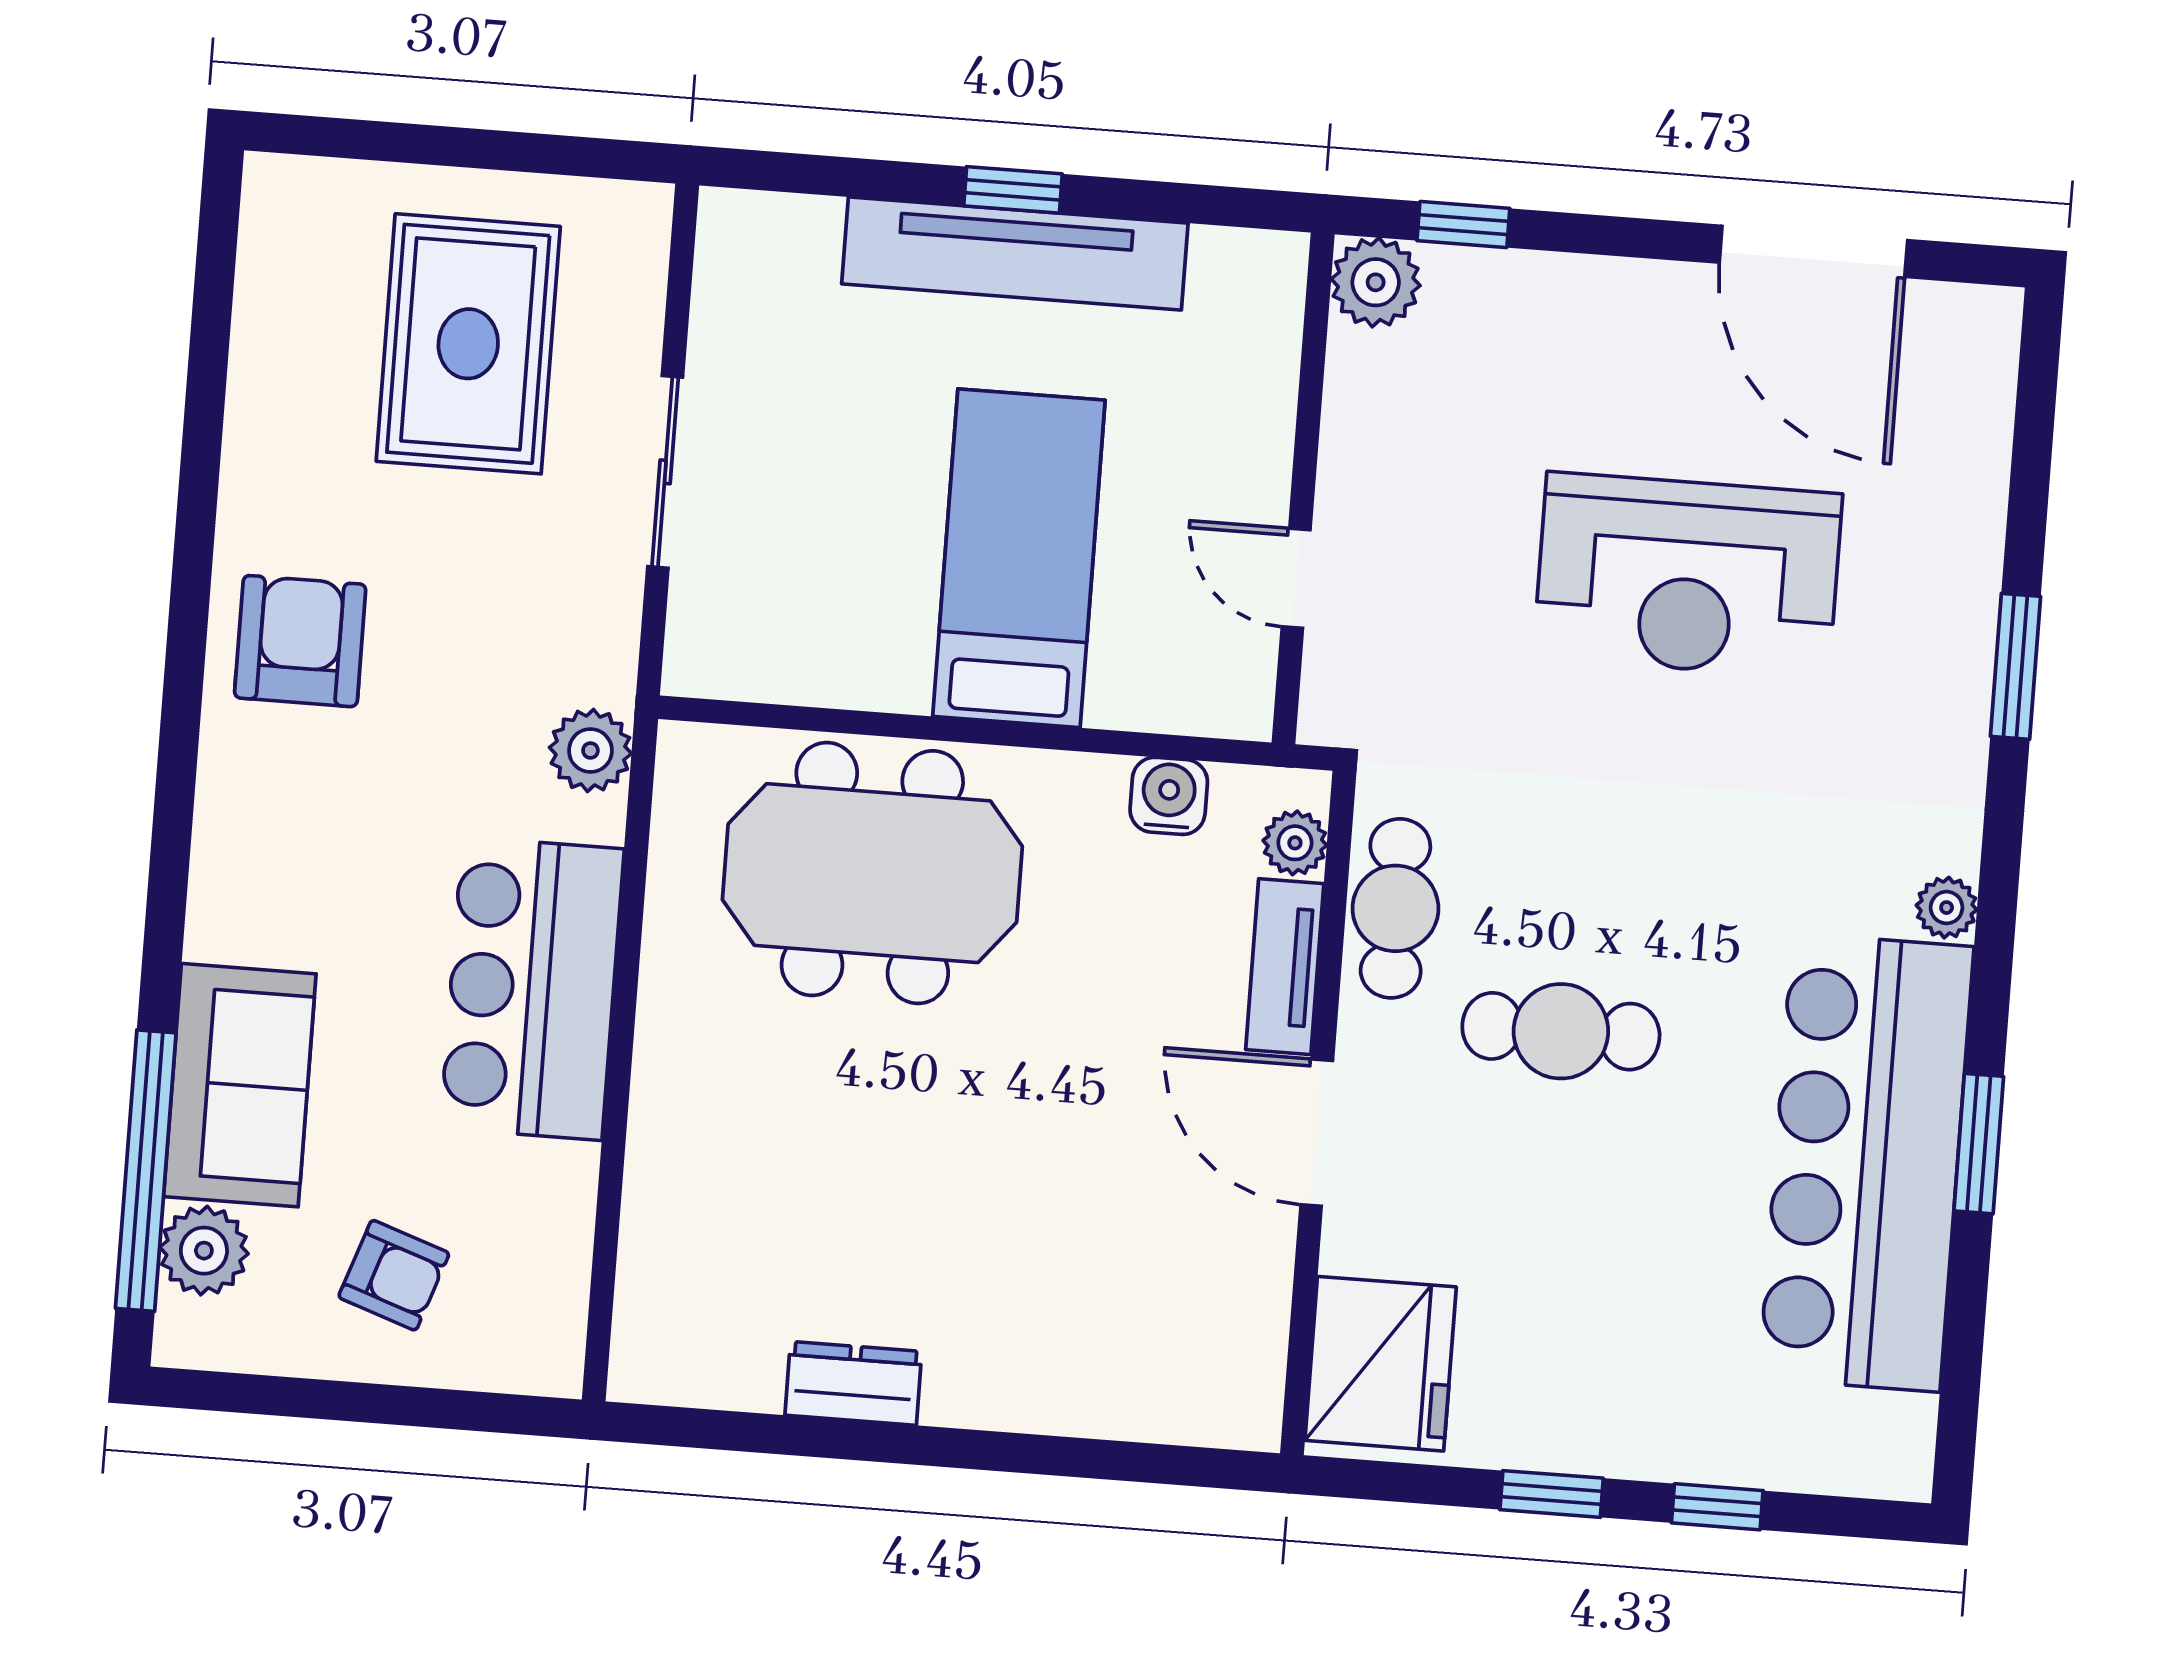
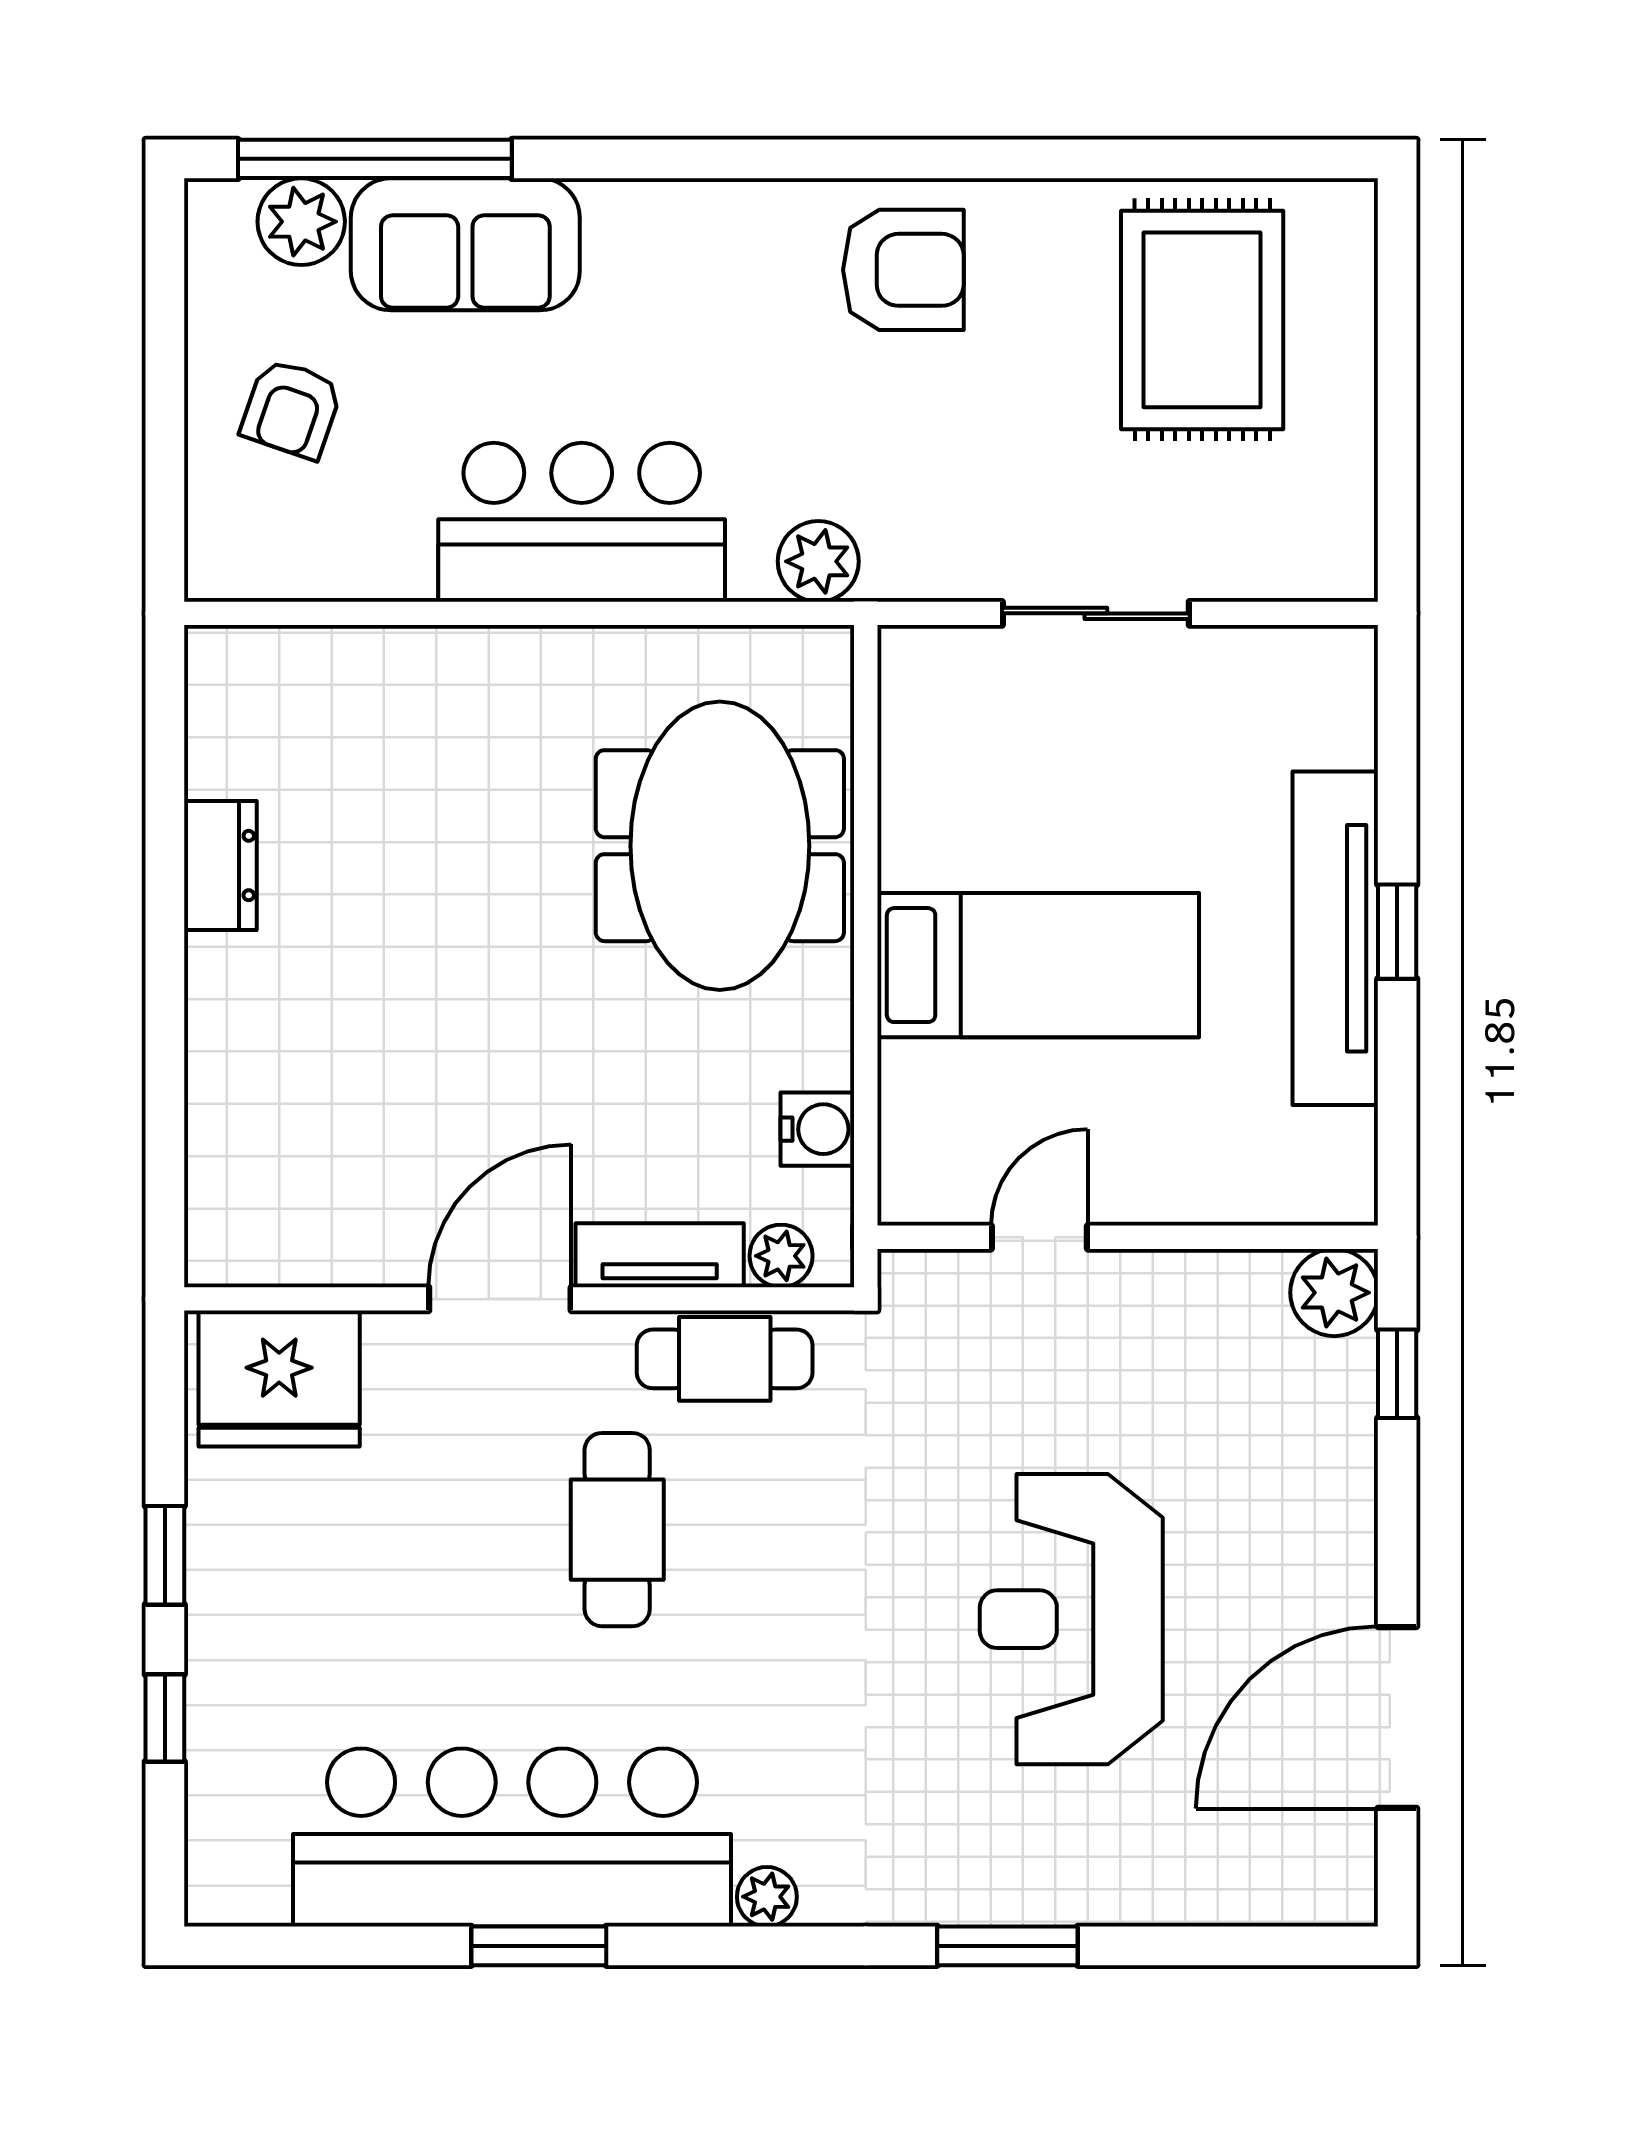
rug: (468, 344) -> (1202, 320), moved, turned 90

